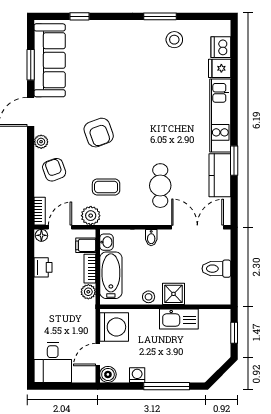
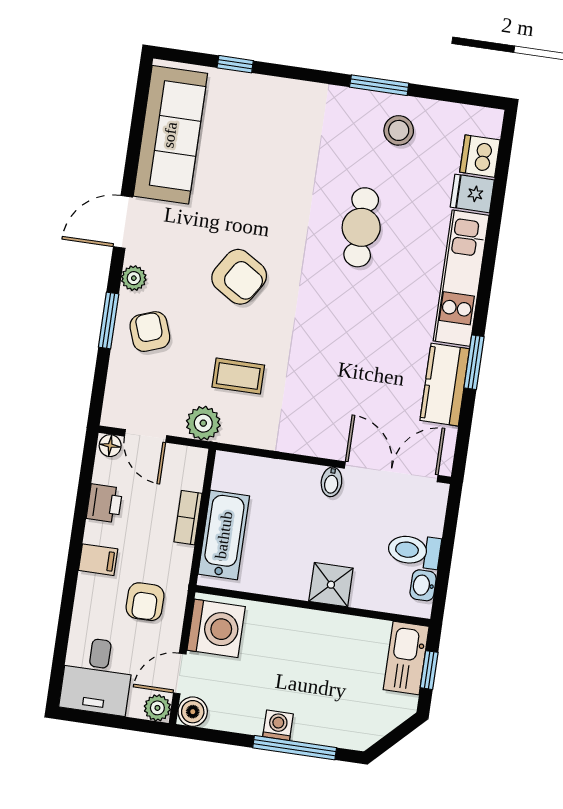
window: (31, 65) -> (109, 321), moved
armchair: (99, 133) -> (239, 277), turned -38
cafe table: (160, 186) -> (361, 227), moved
bookcase: (40, 211) -> (113, 402), removed
door: (60, 227) -> (146, 436), swing flipped
bidet: (151, 238) -> (331, 482), moved
washbasin: (106, 242) -> (423, 585), moved, turned 180
filing cabinet: (86, 245) -> (98, 560), moved, turned 180
plant: (88, 292) -> (157, 708), moved
stool: (149, 297) -> (286, 584), removed
armchair: (73, 318) -> (145, 602), added
kitchen sink: (179, 319) -> (406, 658), moved, turned 90
washing machine: (137, 375) -> (278, 725), moved

